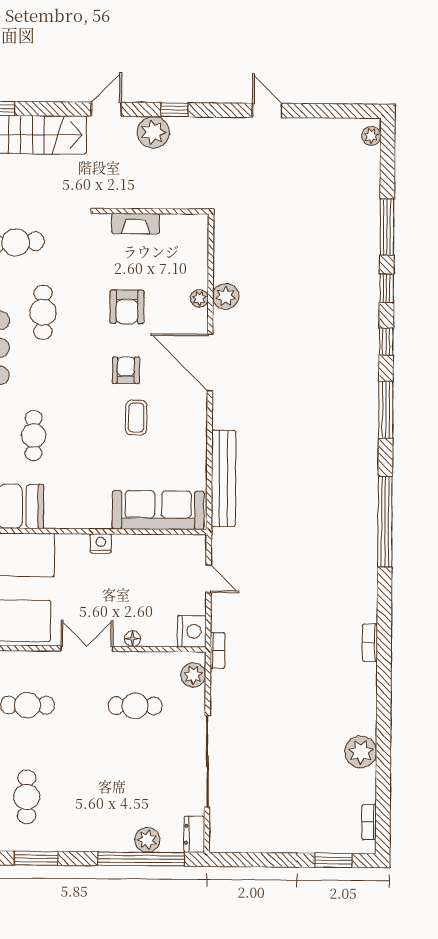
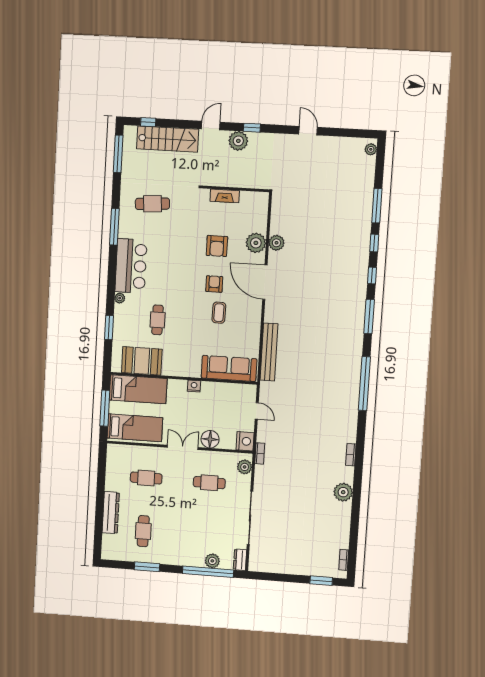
plant: (199, 298) -> (256, 243), width x1.87, depth x1.87
cafe table: (43, 312) -> (167, 247), removed
floor lamp: (133, 639) -> (210, 439), width x1.89, depth x1.89
plant: (361, 752) -> (343, 492), moved

